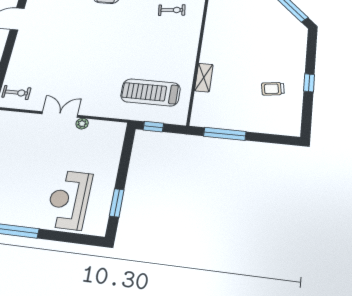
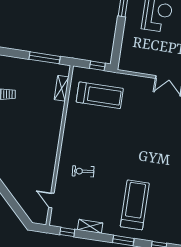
shelving: (204, 78) -> (61, 88), moved
plant: (82, 124) -> (152, 71), removed

